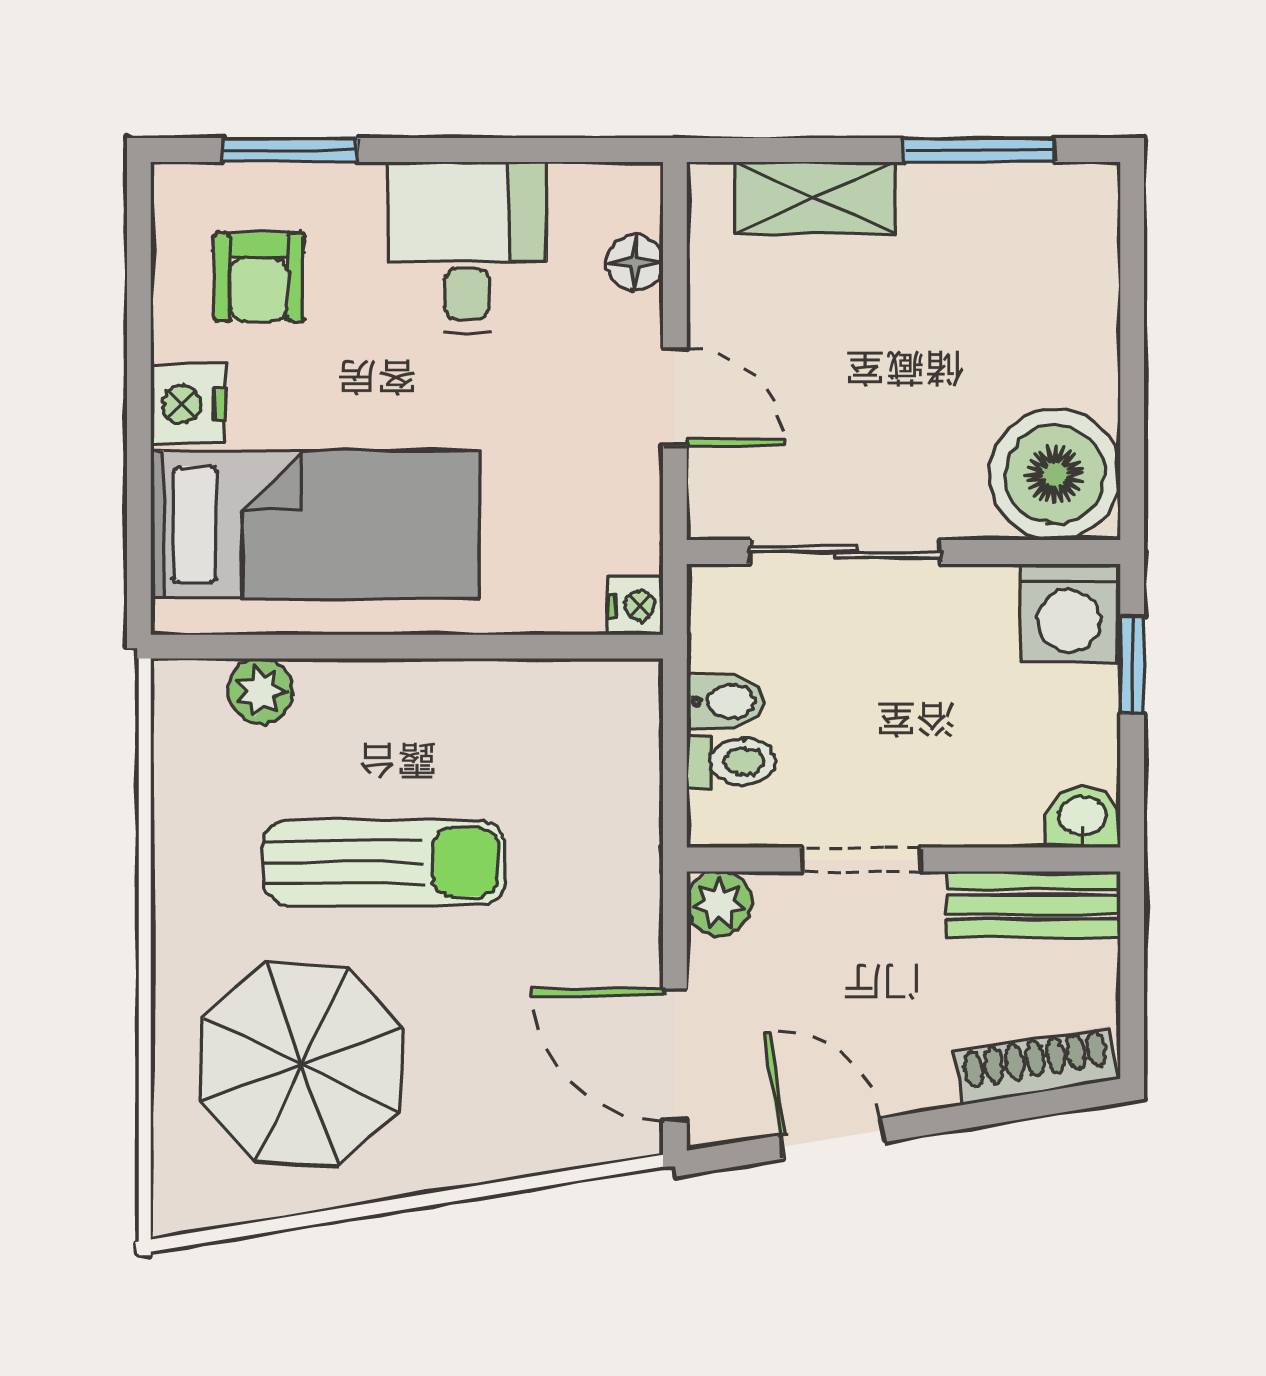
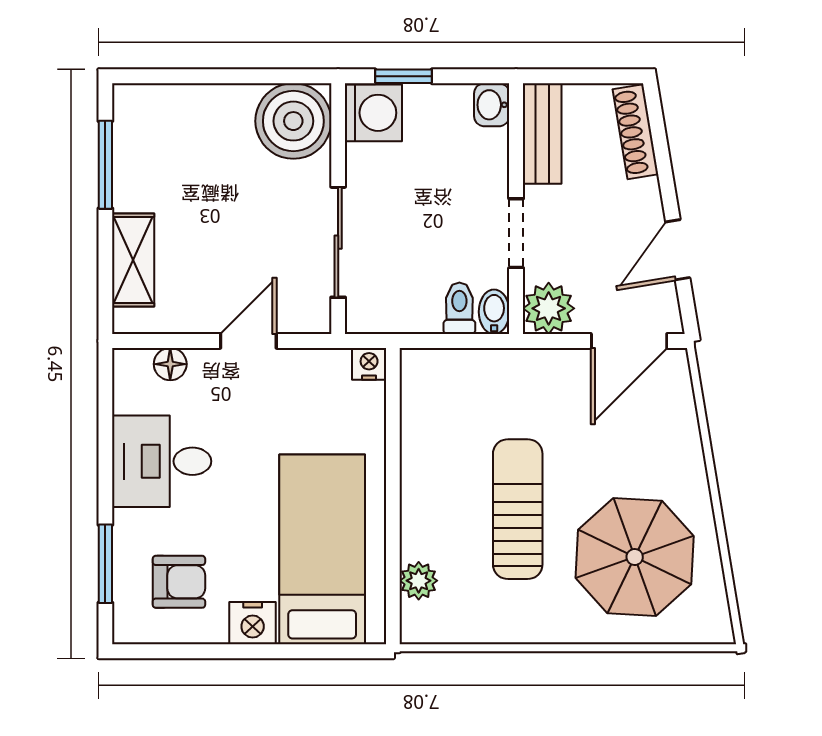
bidet: (725, 702) -> (494, 312), moved
plant: (719, 904) -> (549, 308), width x1.38, depth x1.38

